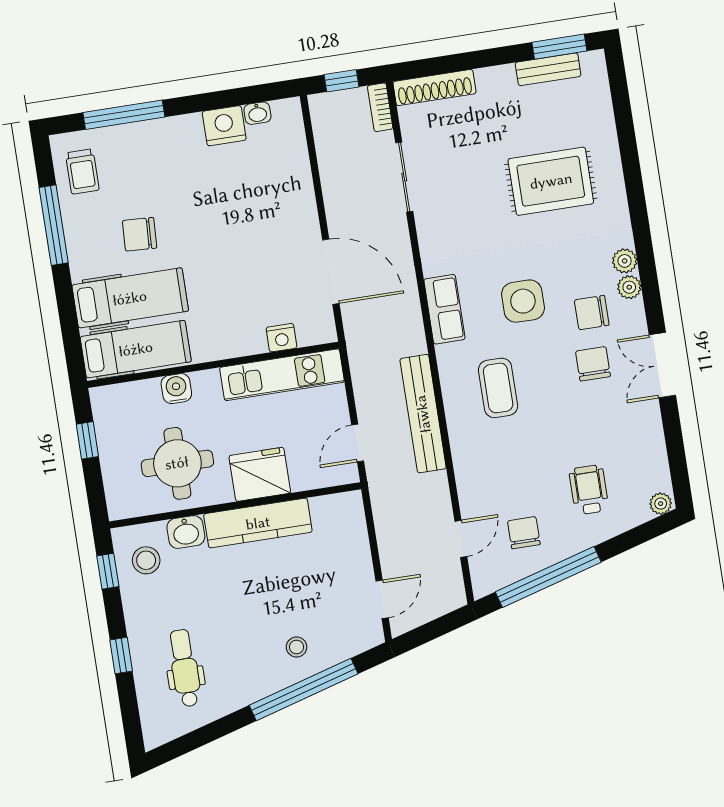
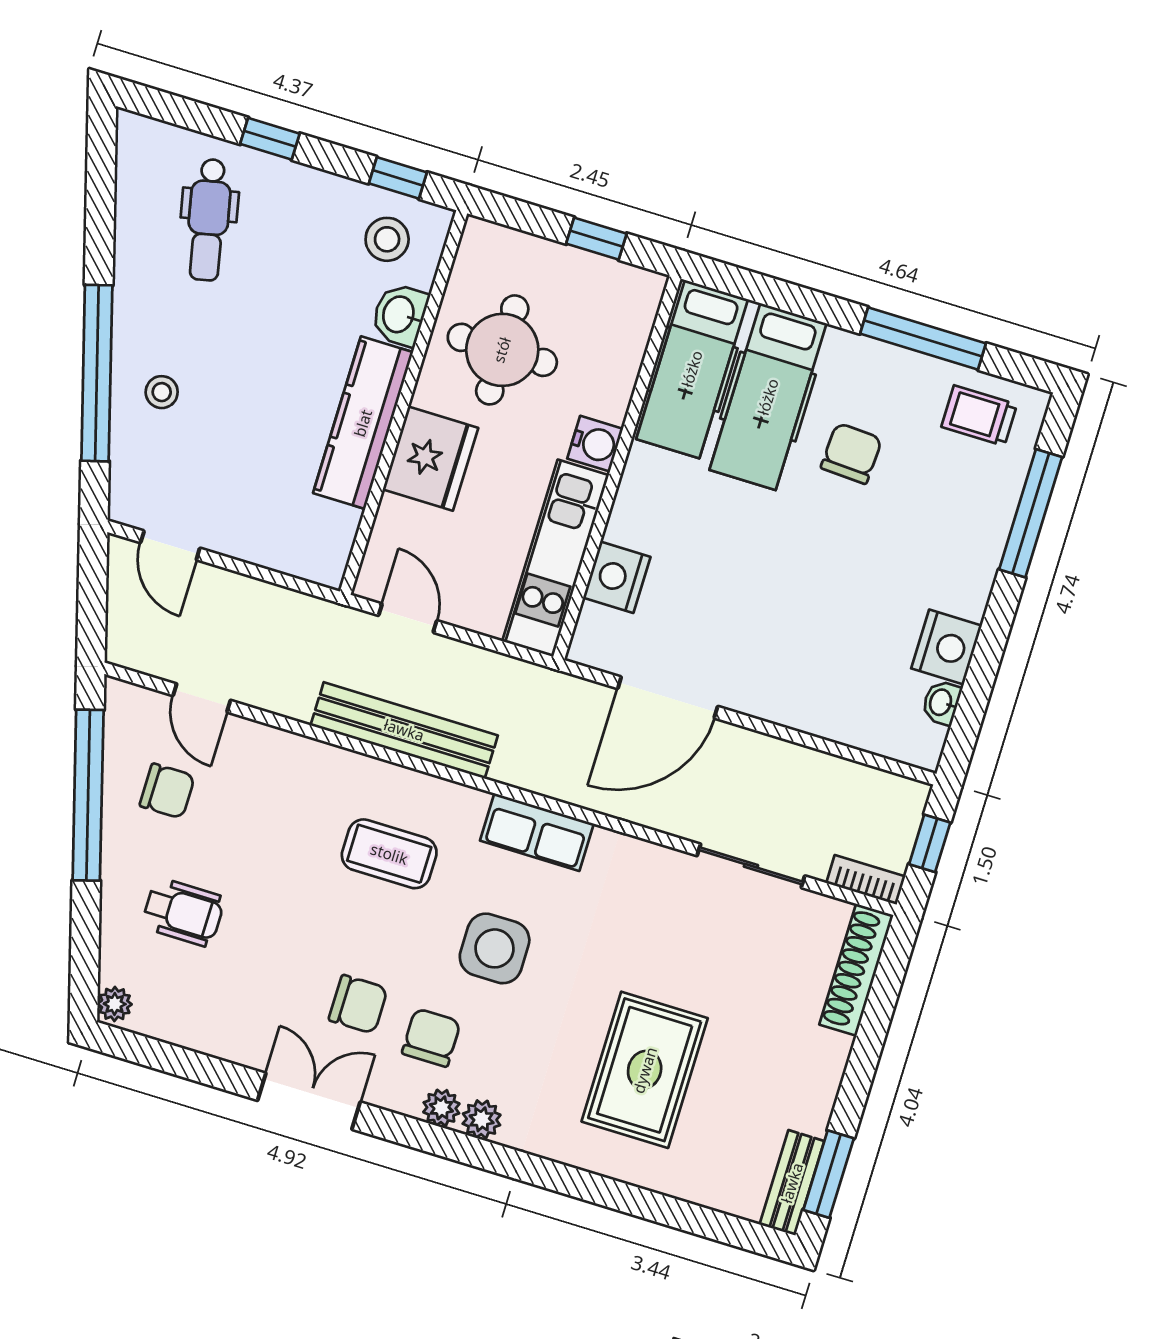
bench: (548, 69) -> (792, 1183), moved
nightstand: (282, 338) -> (617, 577), width x1.36, depth x1.33
water cooler: (176, 389) -> (595, 444), moved
dental chair: (185, 668) -> (209, 220), turned 78

